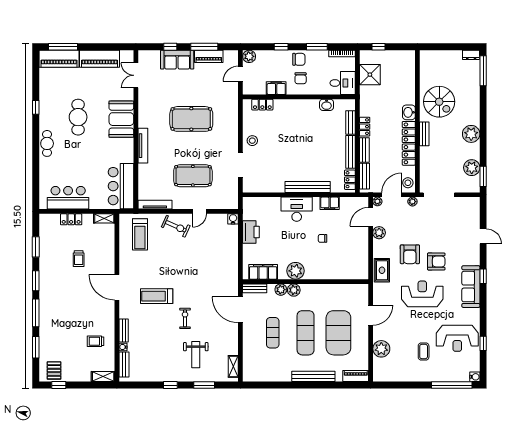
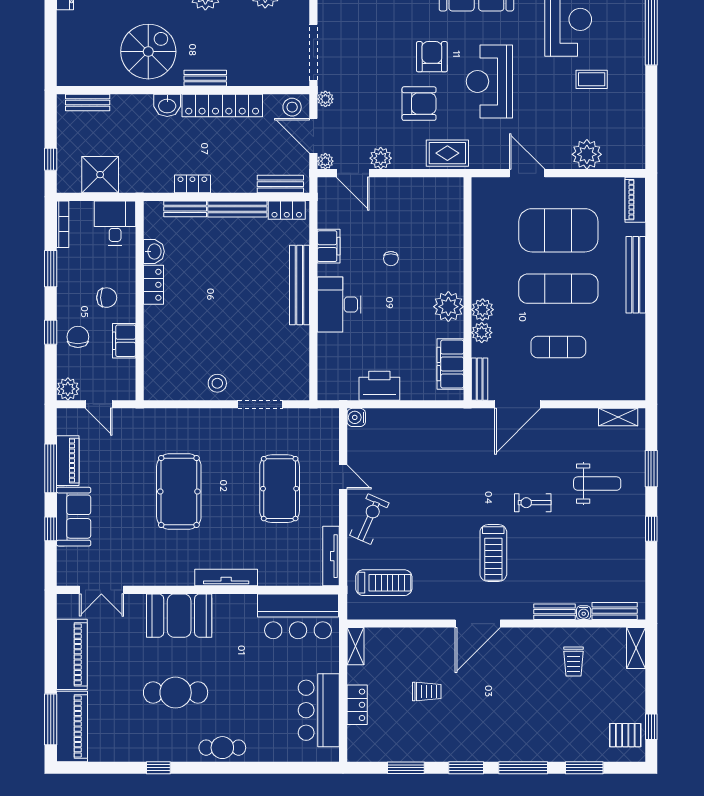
chair: (299, 59) -> (78, 337), moved
locker: (262, 105) -> (153, 285), moved
bench: (364, 150) -> (88, 102), moved

